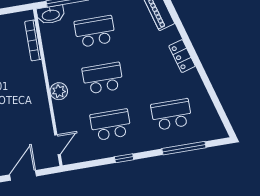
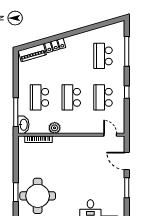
locker: (182, 56) -> (55, 45), moved
plant: (59, 91) -> (55, 128), moved

